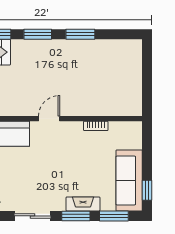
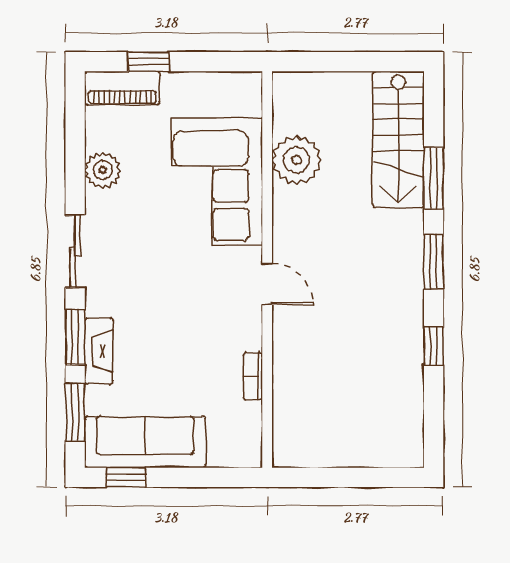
window: (80, 34) -> (434, 346), width x0.67

